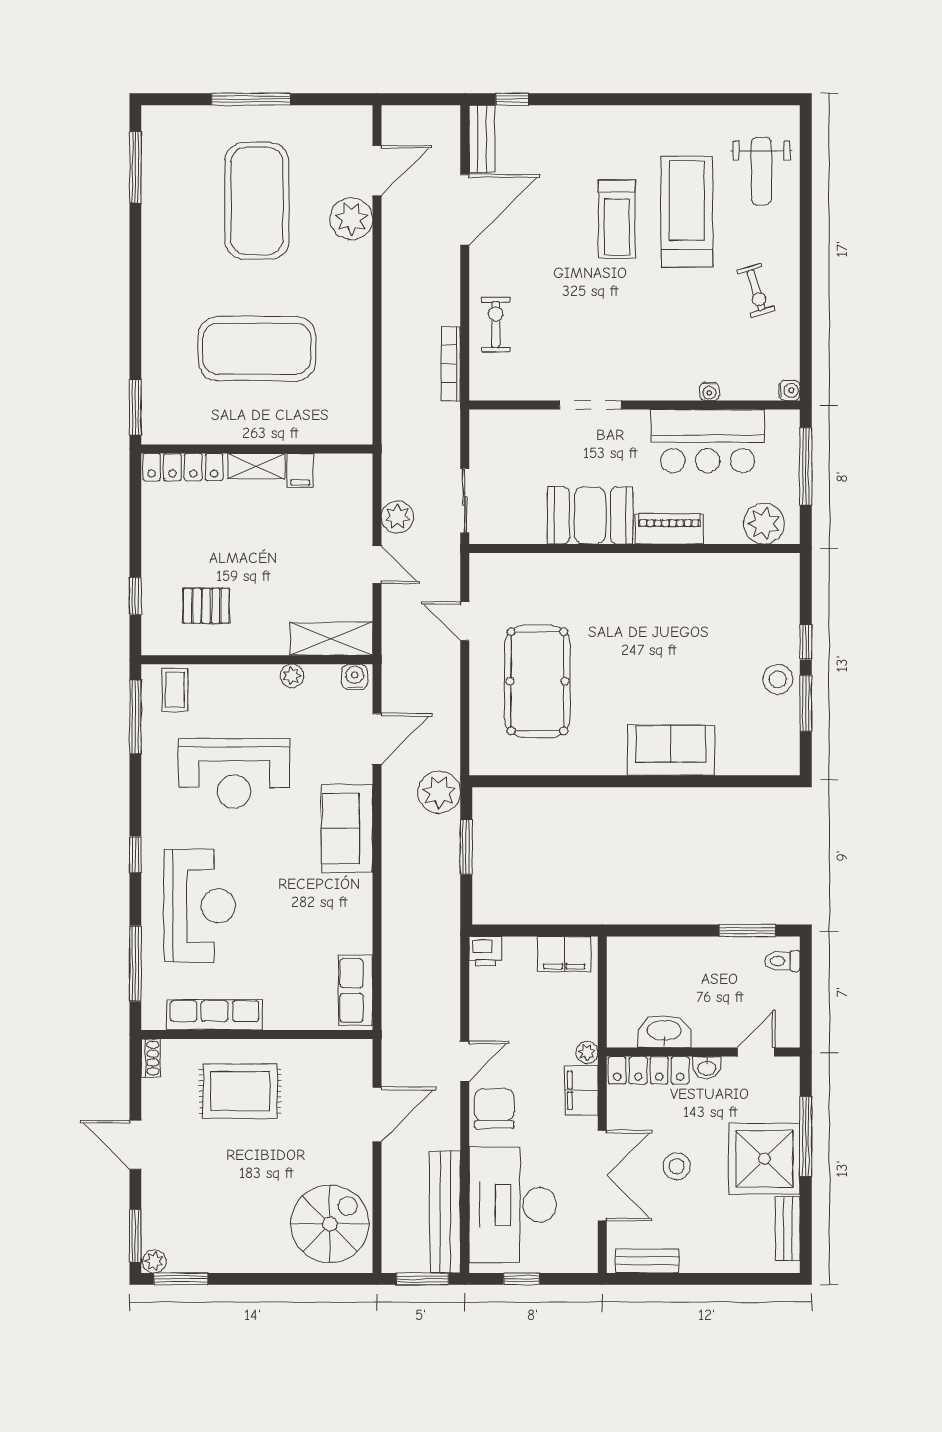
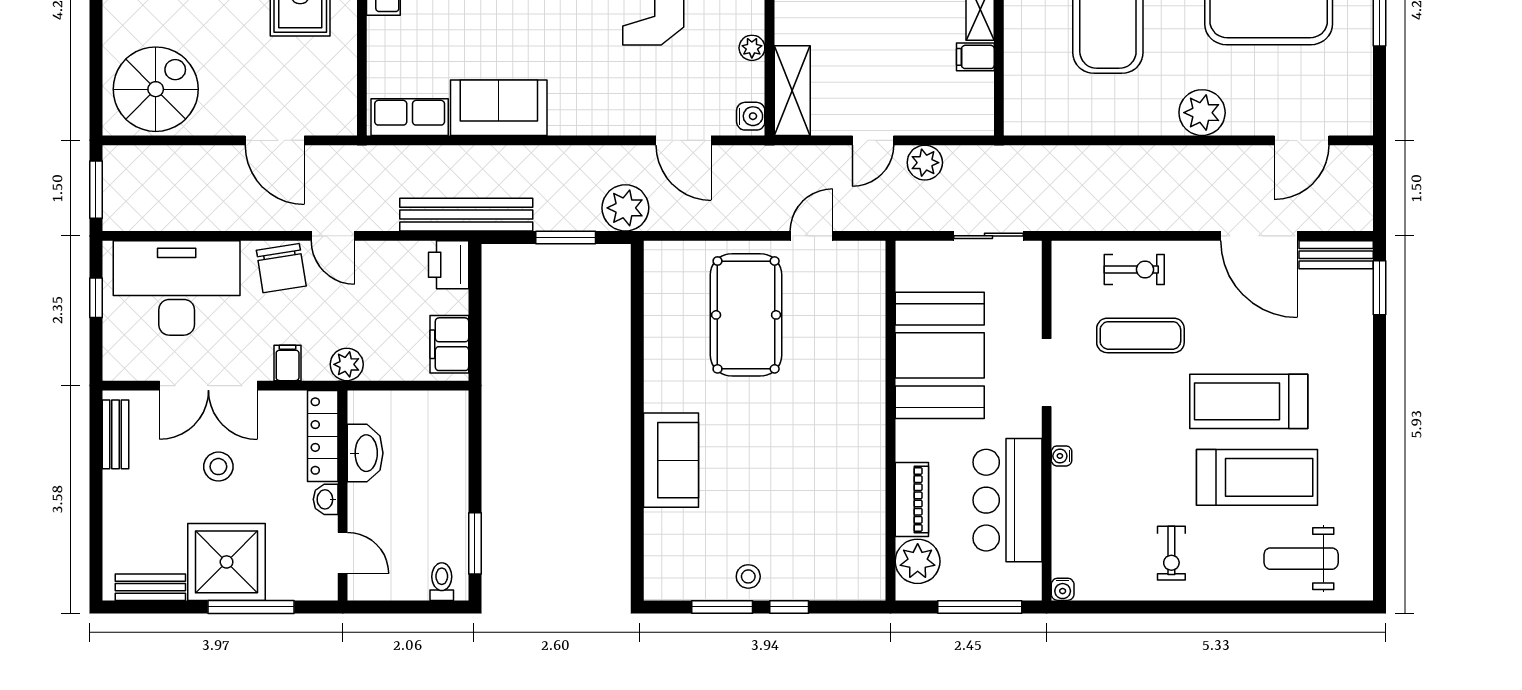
window: (512, 99) -> (1379, 288), width x1.50
door: (377, 171) -> (1302, 140), hinge flipped
plant: (351, 219) -> (1202, 113), moved
treadmill: (617, 219) -> (1249, 401), width x1.37, depth x1.38
exercise bike: (756, 290) -> (1171, 553), turned -73
exercise mat: (556, 319) -> (1140, 335), added
bookcase: (451, 364) -> (1091, 221), removed
water cooler: (709, 391) -> (1062, 456), moved
sliding door: (465, 501) -> (988, 236), moved
booth: (590, 515) -> (940, 355), width x1.36, depth x1.42
piano: (669, 529) -> (912, 499), moved
stool: (778, 679) -> (748, 576), width x0.73, depth x0.73
pool table: (537, 681) -> (746, 315), turned 90
sofa: (347, 829) -> (499, 108), moved
printer: (485, 951) -> (449, 265), width x1.36, depth x1.24
plant: (587, 1052) -> (347, 364), width x1.38, depth x1.38
filing cabinet: (581, 1090) -> (288, 363), width x0.50
chair: (494, 1108) -> (281, 268), turned 81
bench: (445, 1212) -> (466, 215), moved
spiral stairs: (330, 1224) -> (156, 89), turned -90

